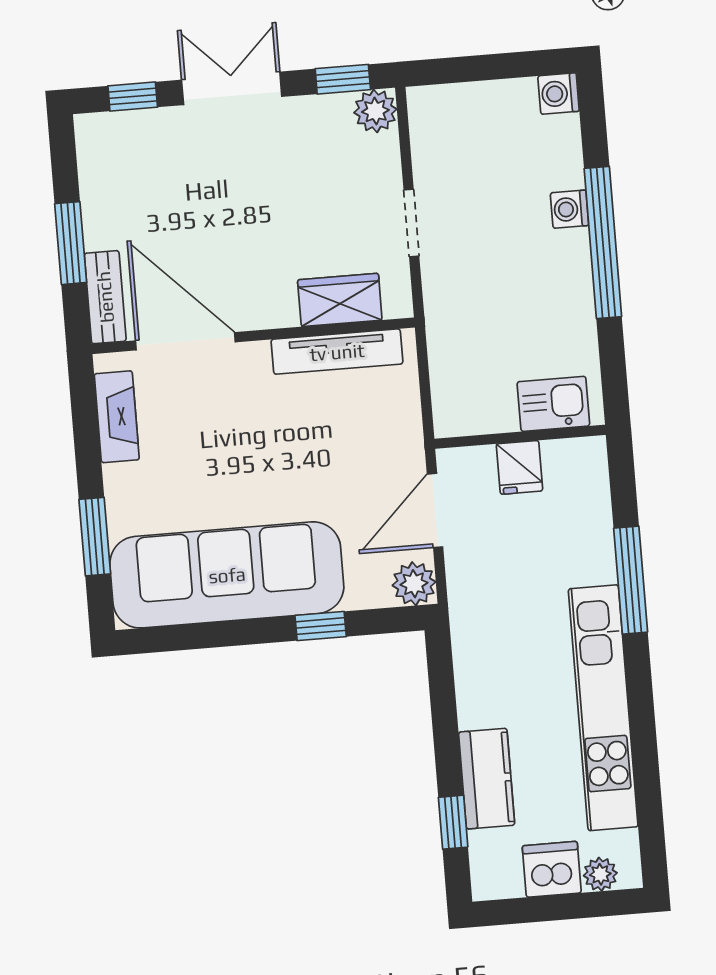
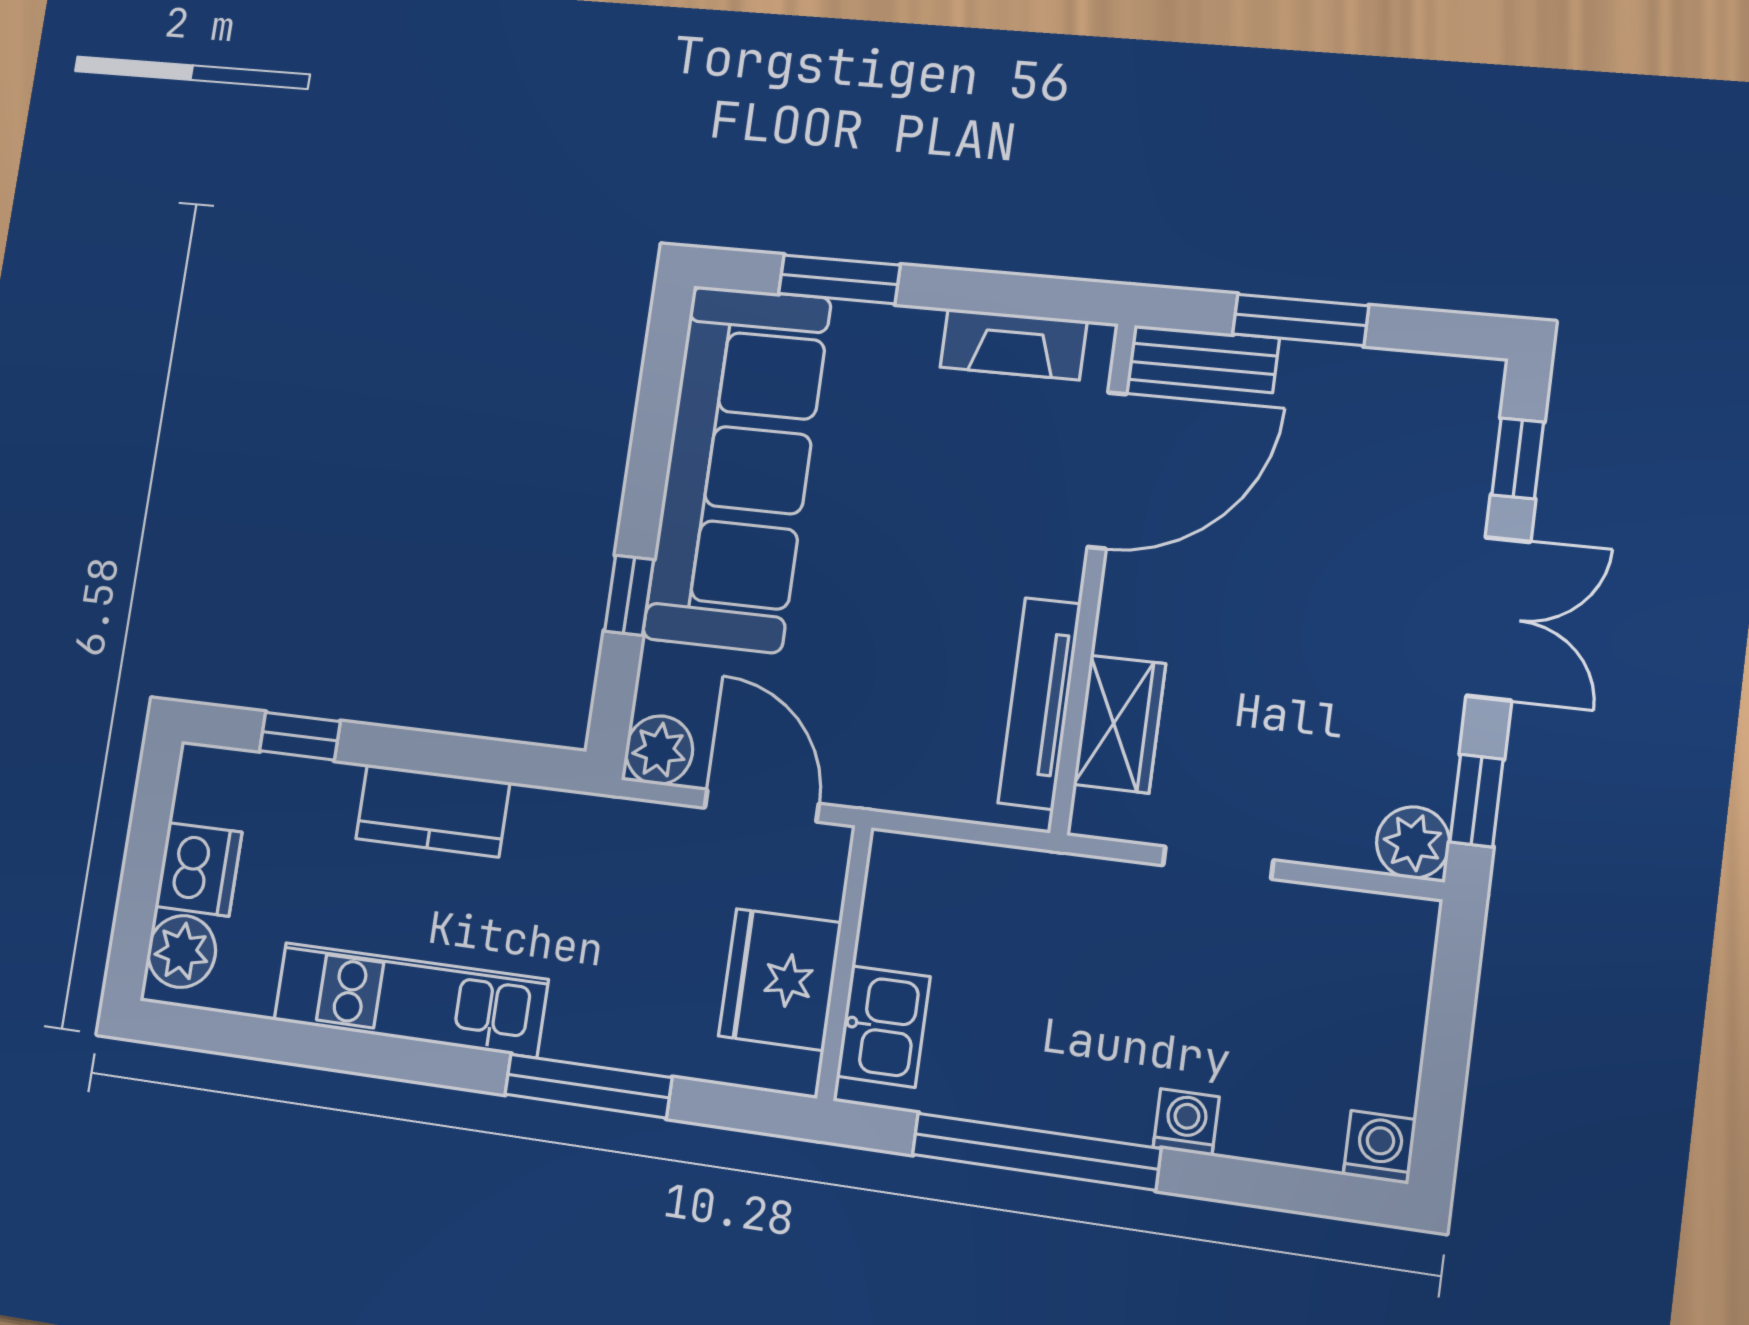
window: (603, 242) -> (1036, 1151), moved
fridge: (520, 467) -> (780, 979), width x1.88, depth x1.34
kitchen unit: (603, 708) -> (410, 1000), width x0.73
kitchen counter: (487, 779) -> (433, 810), moved
plant: (600, 874) -> (182, 952), width x1.38, depth x1.38

